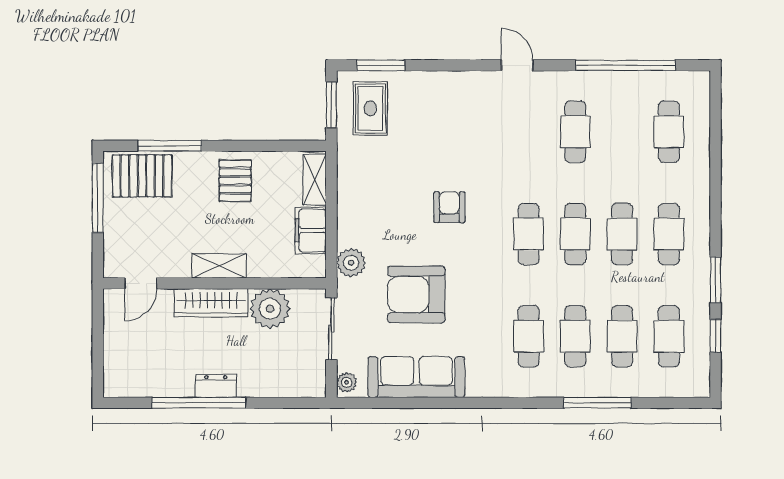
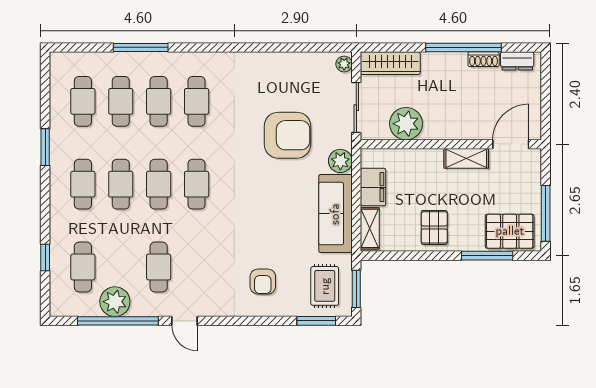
door: (517, 65) -> (185, 321), moved
plant: (629, 89) -> (115, 302), added
armchair: (449, 207) -> (263, 282), moved
shelving: (219, 266) -> (466, 158), moved
door: (141, 283) -> (511, 144), width x1.38
wardrobe: (211, 303) -> (390, 63), moved, turned 180
window: (716, 336) -> (45, 257), moved
sofa: (416, 377) -> (335, 214), moved, turned 90
dresser: (216, 386) -> (517, 61), moved
shoe rack: (174, 388) -> (484, 59), added

